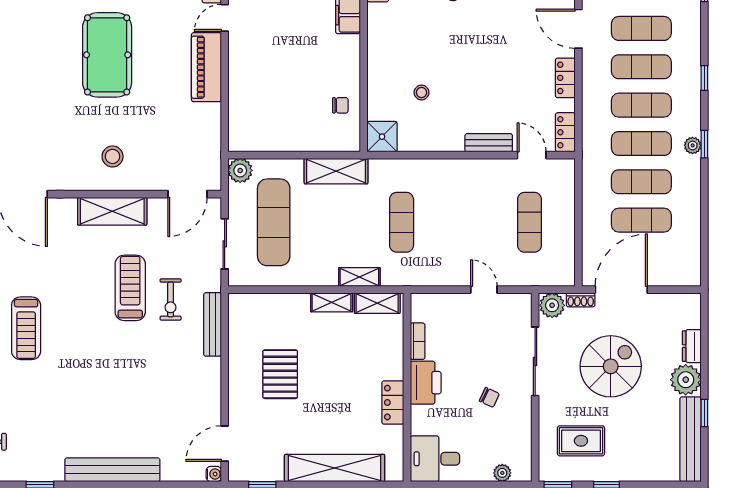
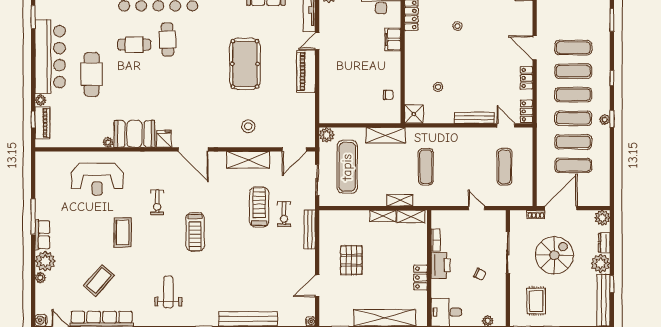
bench: (489, 143) -> (474, 118), width x1.36
plant: (552, 305) -> (602, 218), moved
rug: (581, 441) -> (536, 301), turned 90
door: (225, 444) -> (317, 286), moved

